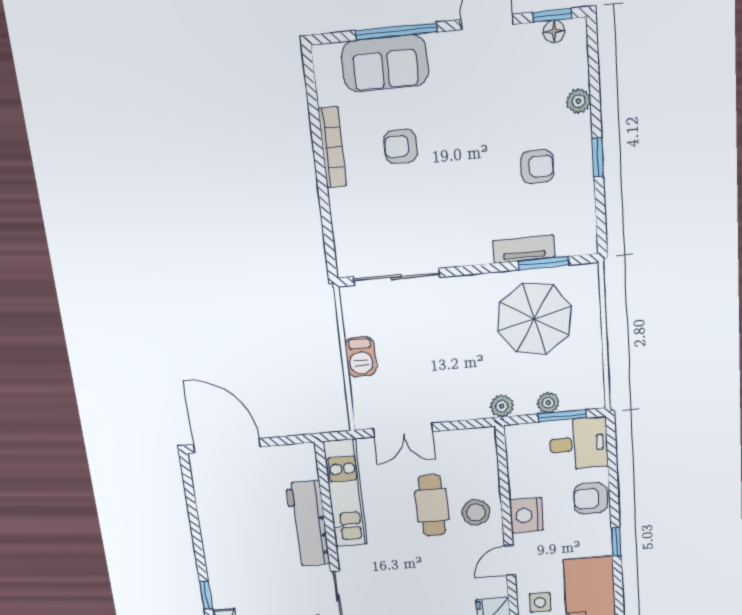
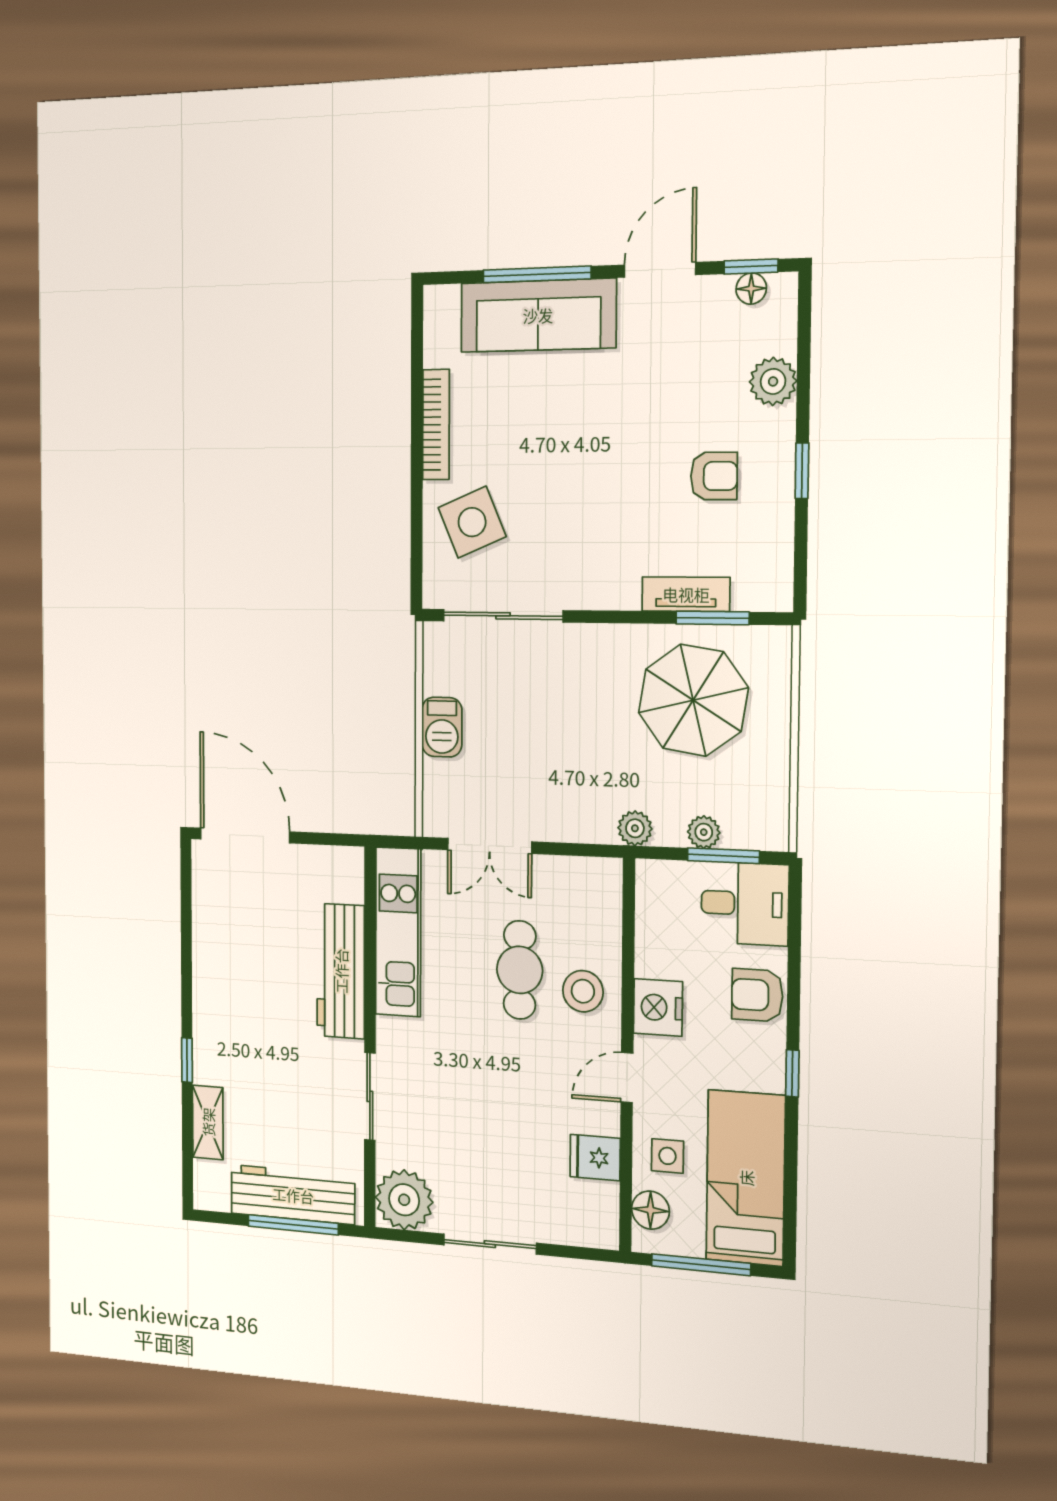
sofa: (385, 63) -> (538, 315), width x1.36
plant: (579, 101) -> (773, 381), width x1.38, depth x1.38
armchair: (400, 146) -> (527, 431), removed
side table: (367, 214) -> (472, 522), added

